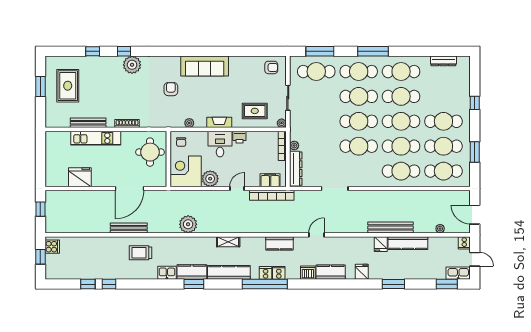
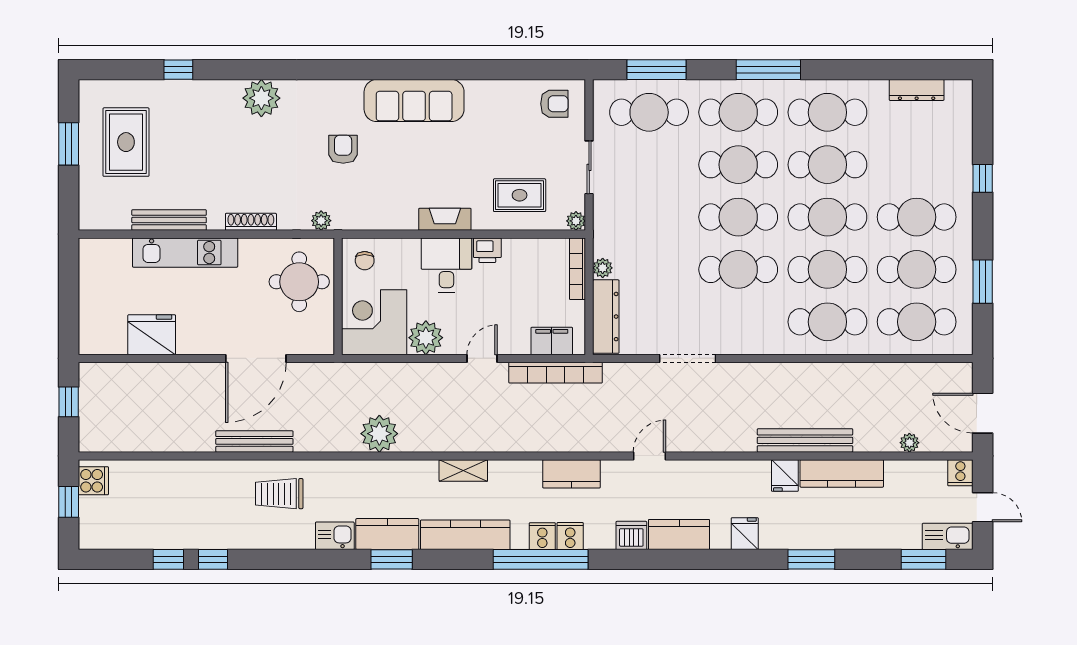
window: (124, 51) -> (244, 70), removed
plant: (189, 123) -> (321, 221), moved

